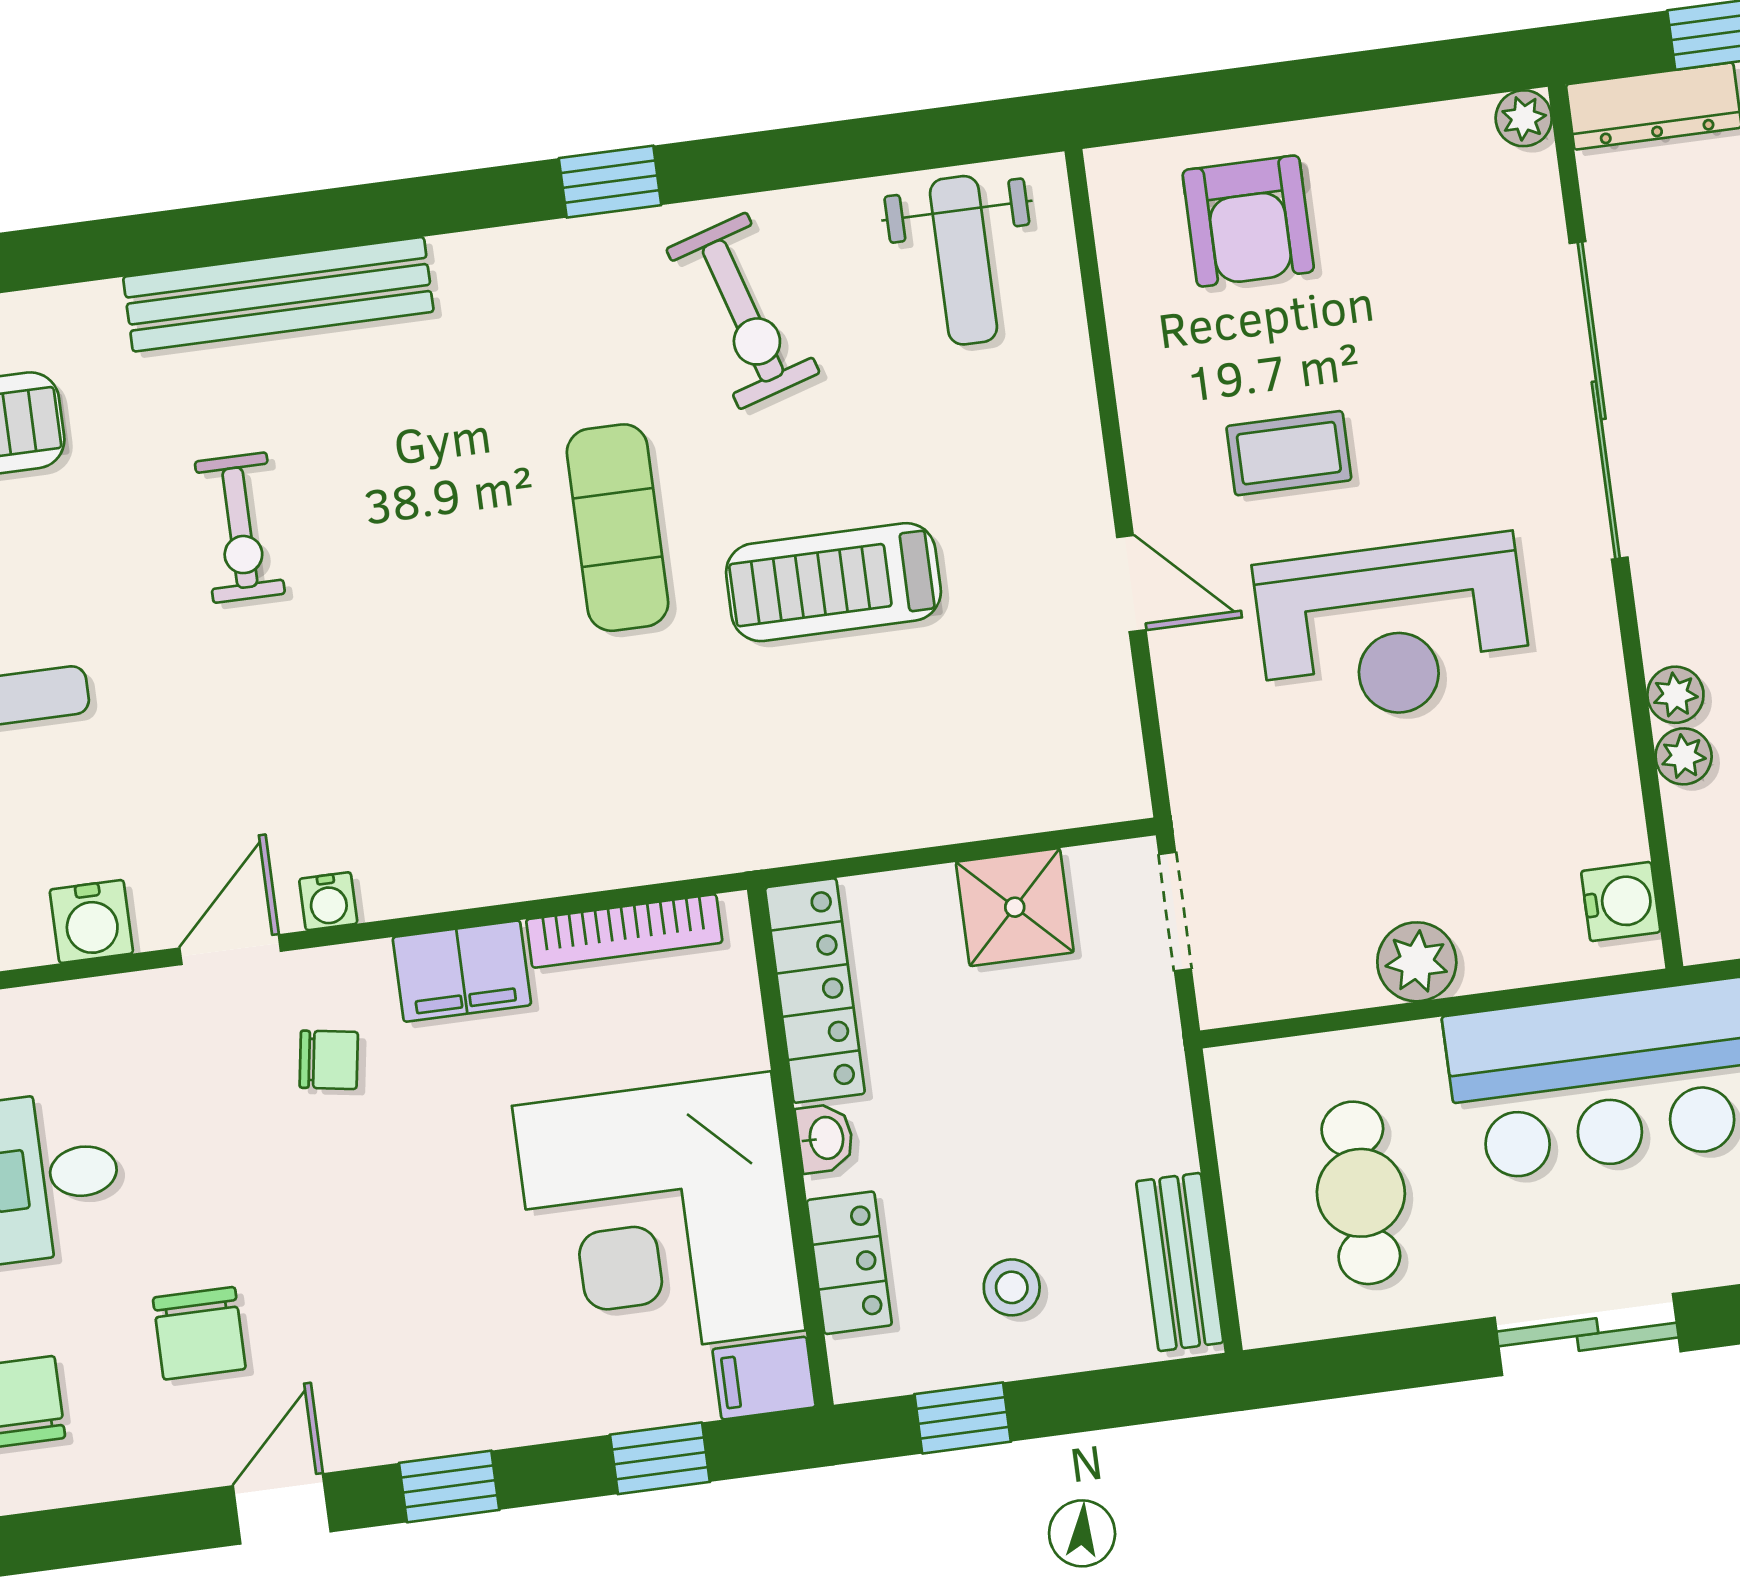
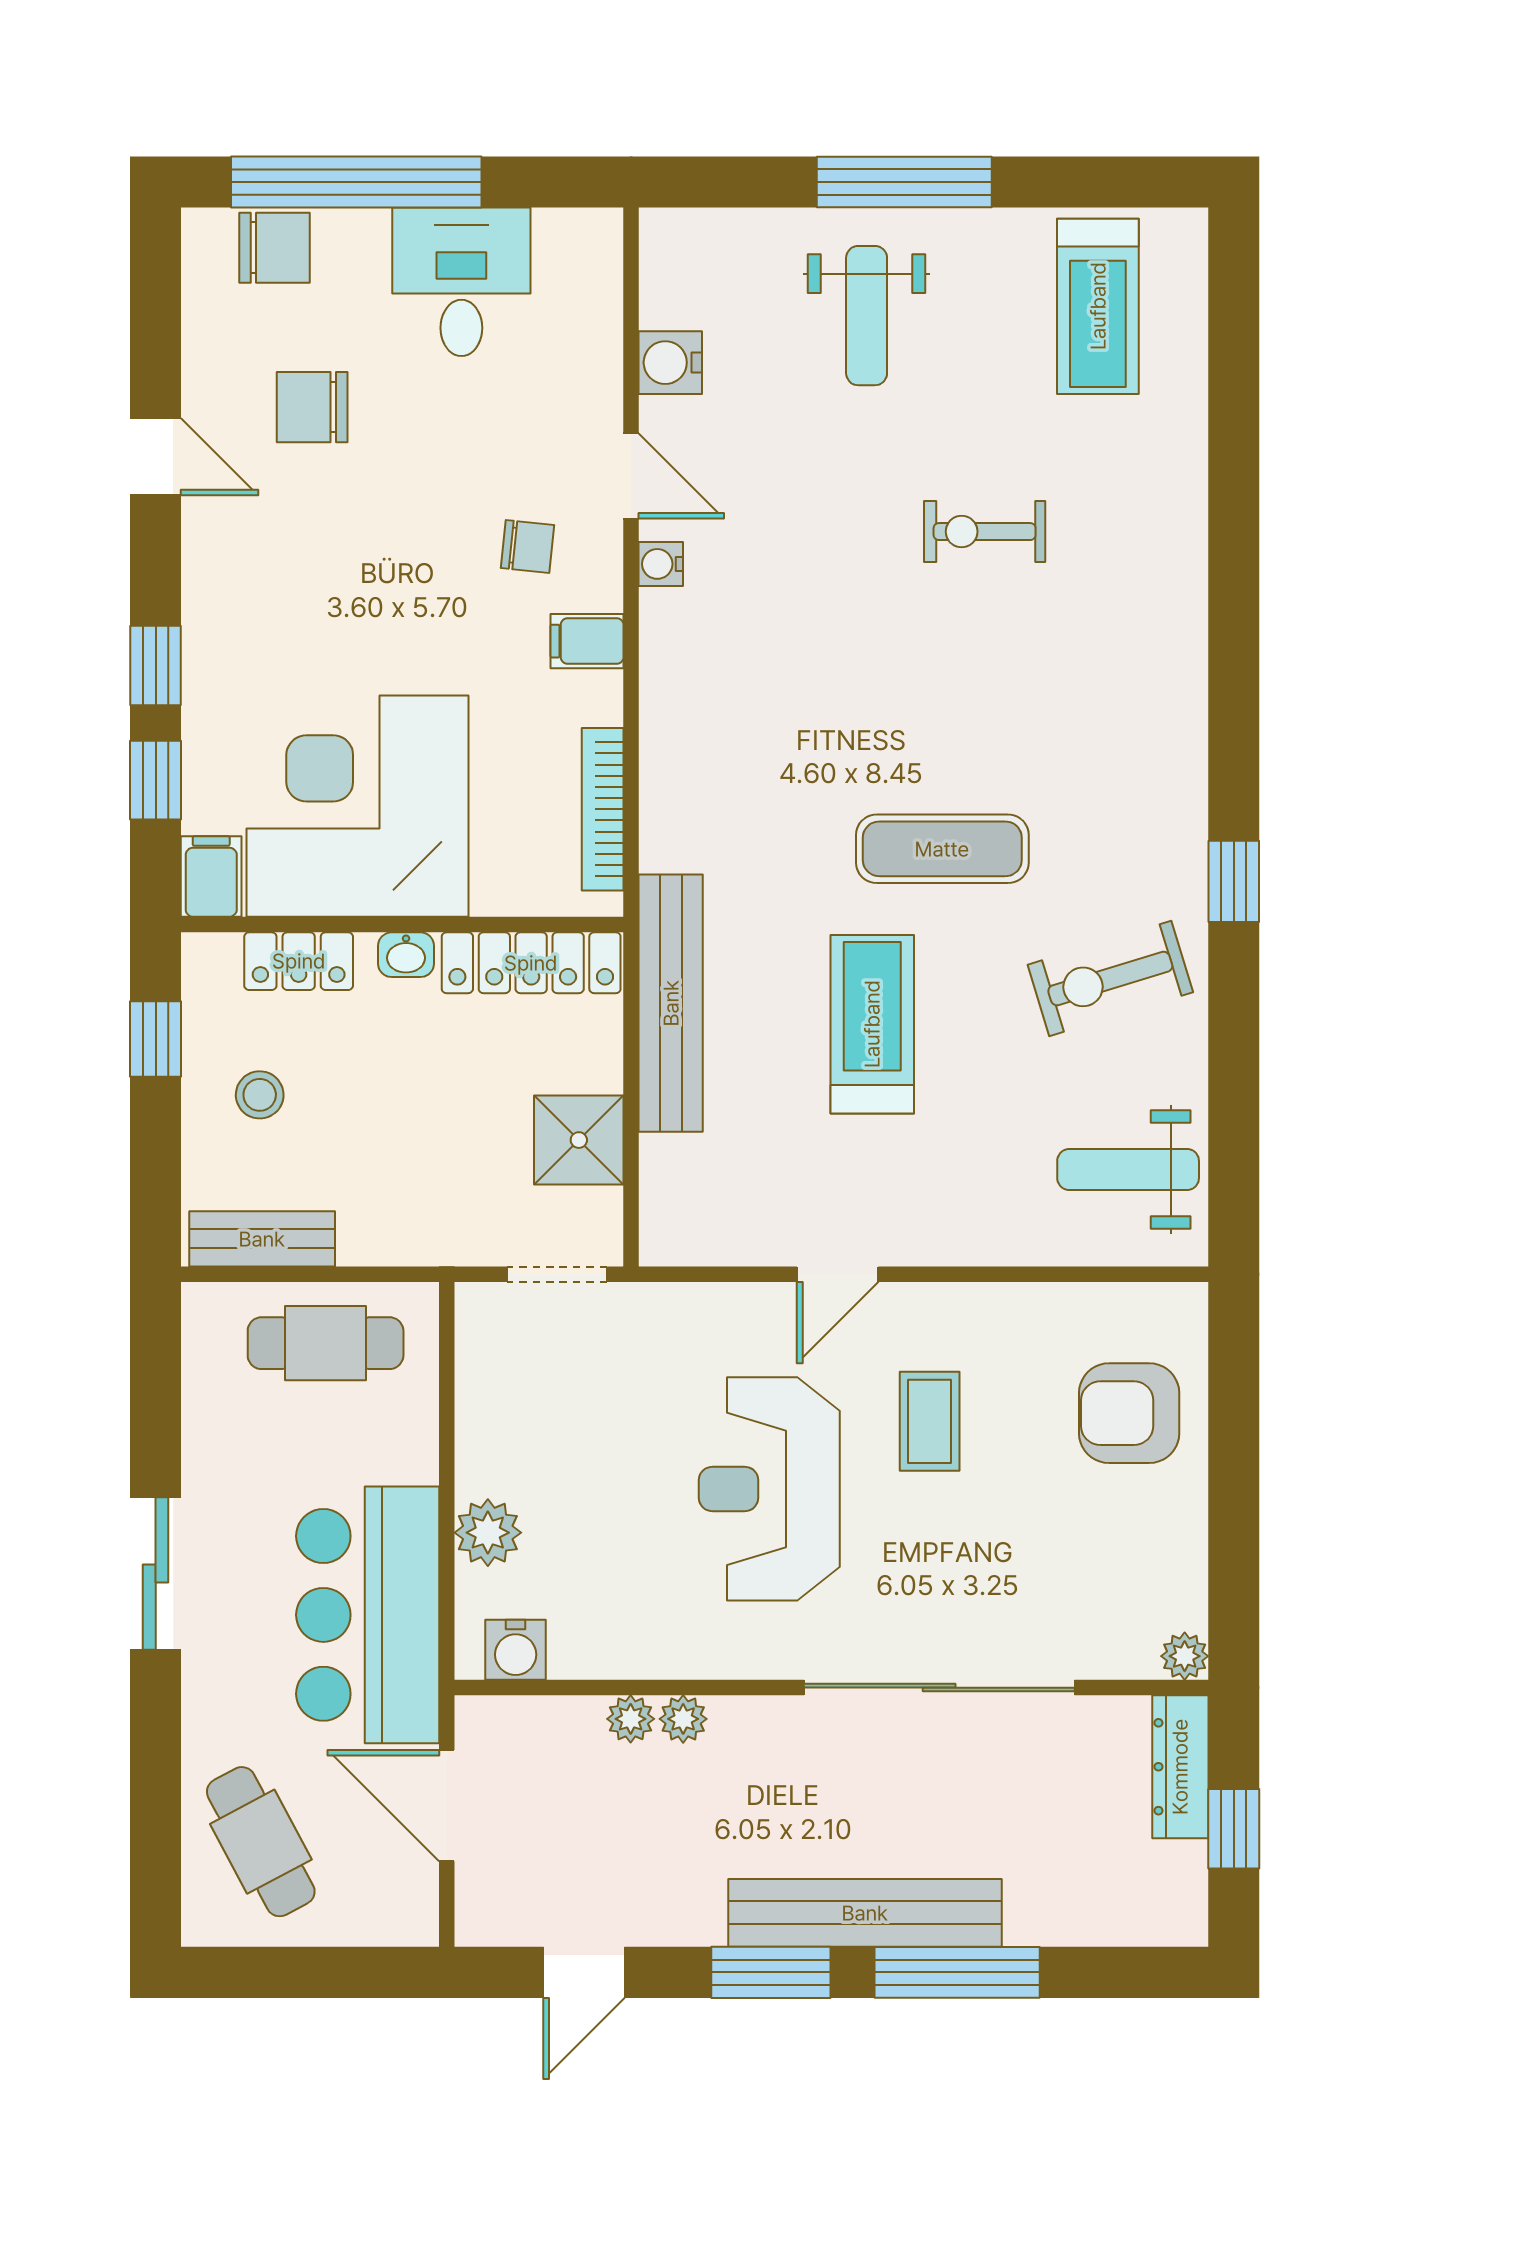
bench: (278, 294) -> (671, 1003), moved
plant: (1417, 962) -> (488, 1533), moved
filing cabinet: (462, 971) -> (587, 641), width x0.50
chair: (329, 1060) -> (527, 547), turned -93
cafe table: (1361, 1193) -> (326, 1343), moved
window: (449, 1486) -> (156, 666), moved

